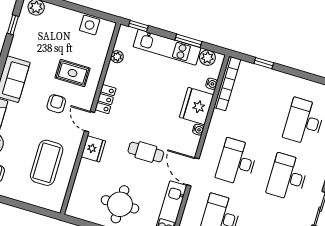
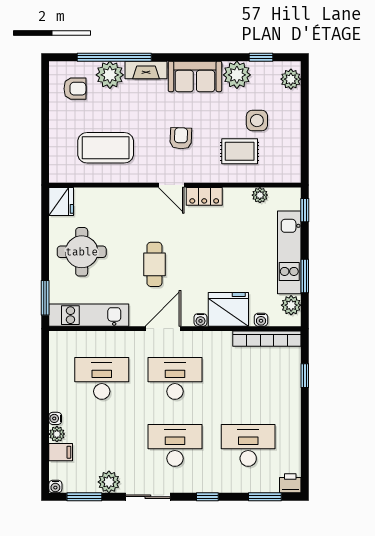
side table: (90, 25) -> (257, 121), moved
plant: (21, 47) -> (237, 75), added
rug: (73, 73) -> (240, 151), moved, turned 90
armchair: (56, 104) -> (181, 138), turned -88
door: (90, 122) -> (171, 185), swing flipped
fridge: (93, 149) -> (61, 201), moved, turned -90
door: (193, 172) -> (163, 329), moved

